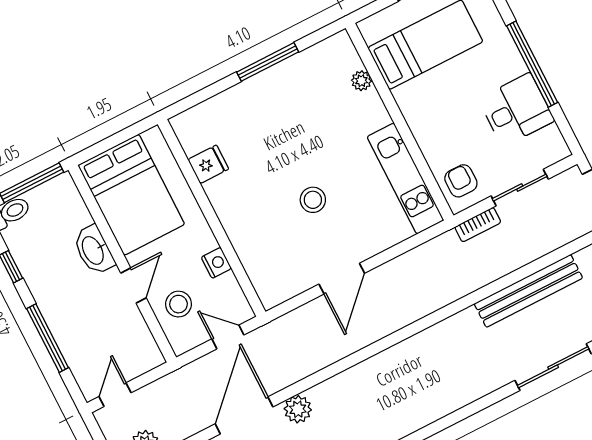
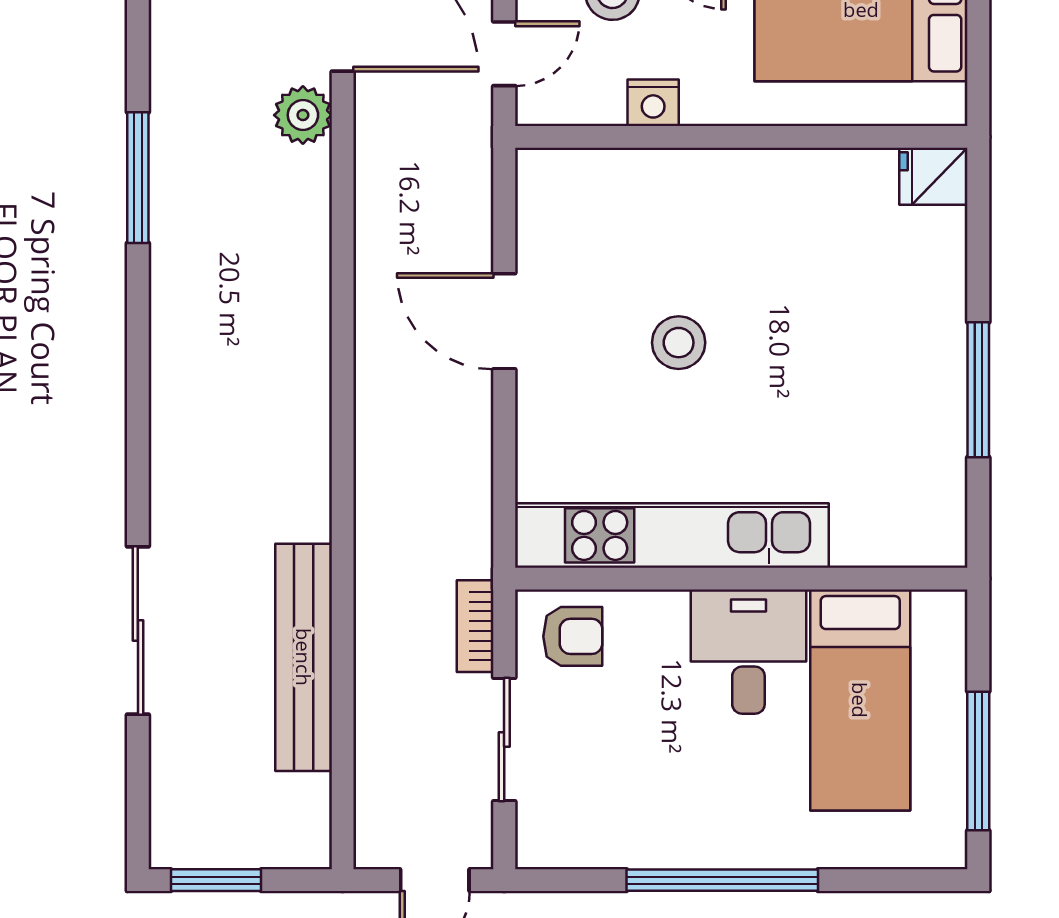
plant: (361, 81) -> (854, 547), removed
desk: (516, 110) -> (748, 652), moved, turned 180
fridge: (208, 164) -> (933, 176), moved, turned 90
kitchen unit: (405, 178) -> (672, 535), width x1.36

